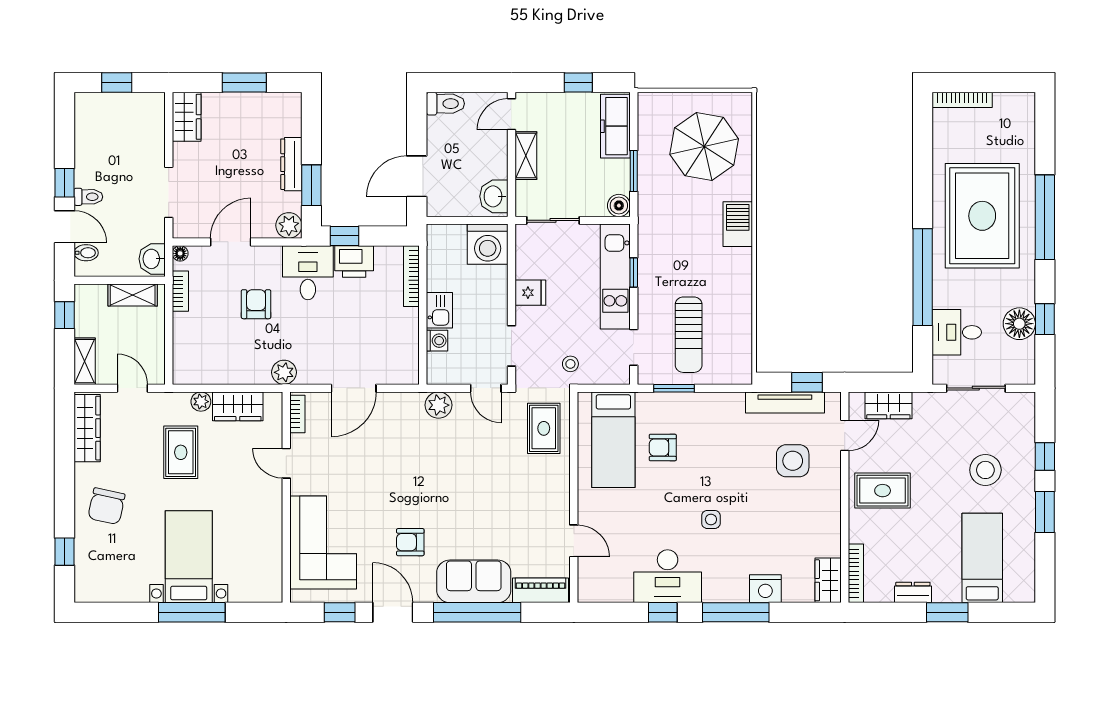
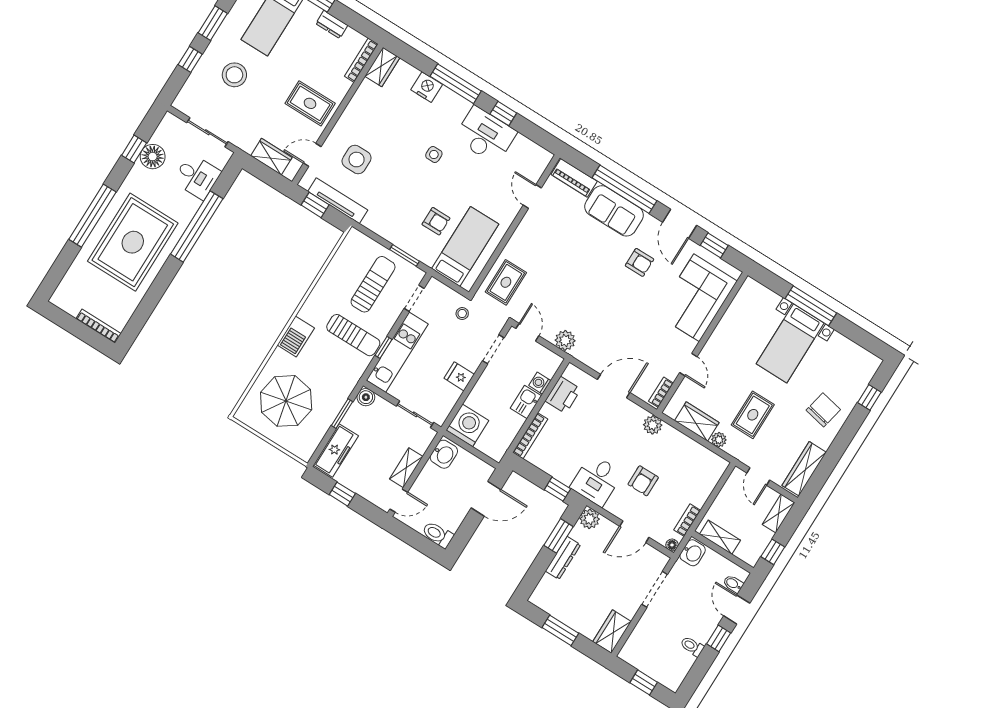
toilet: (88, 197) -> (692, 646), moved
printer: (354, 261) -> (563, 395), moved, turned 90
sun lounger: (675, 265) -> (353, 335), added

